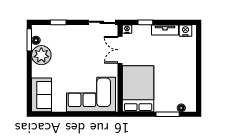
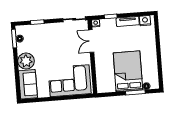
plant: (41, 55) -> (26, 61), moved
bed: (138, 89) -> (128, 71), moved

